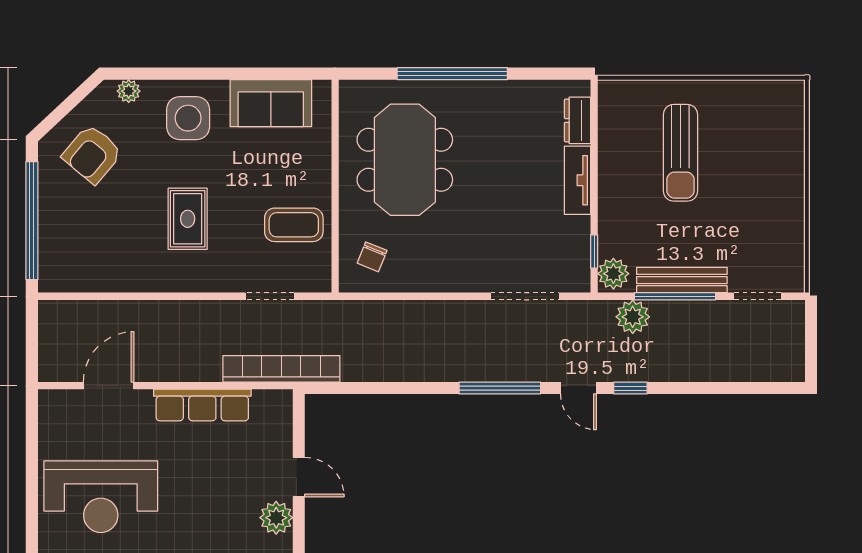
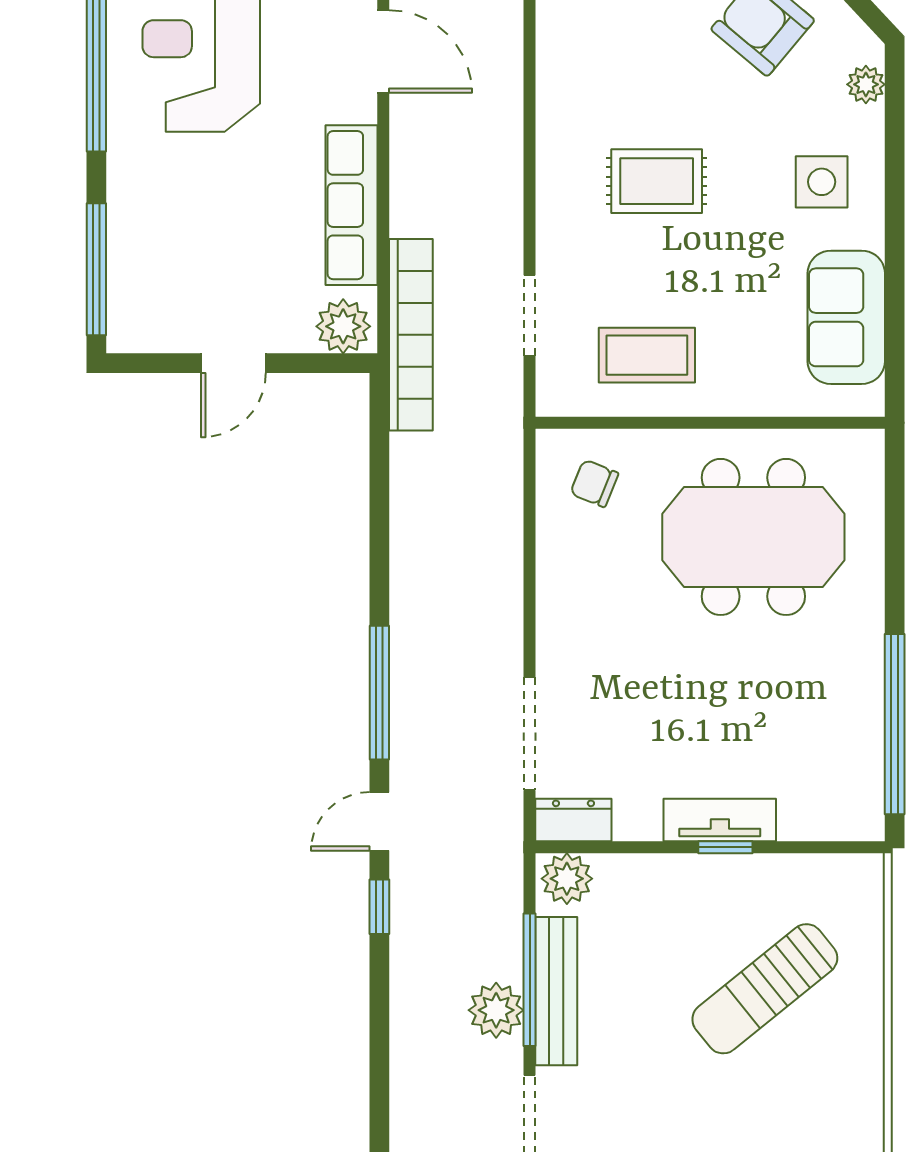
window: (452, 74) -> (895, 724), moved
side table: (188, 118) -> (822, 182), width x0.73, depth x0.73
dresser: (578, 120) -> (573, 820), moved
sun lounger: (680, 153) -> (765, 989), turned -39
coffee table: (294, 225) -> (647, 355), turned 90
window: (594, 251) -> (725, 847), moved
plant: (633, 317) -> (496, 1010), moved
plant: (276, 518) -> (343, 326), moved

